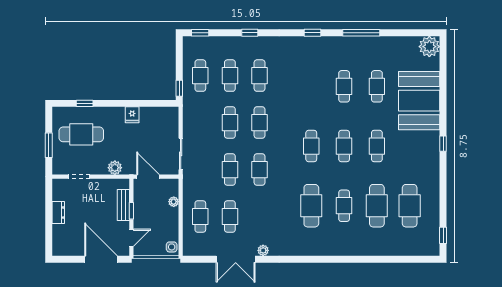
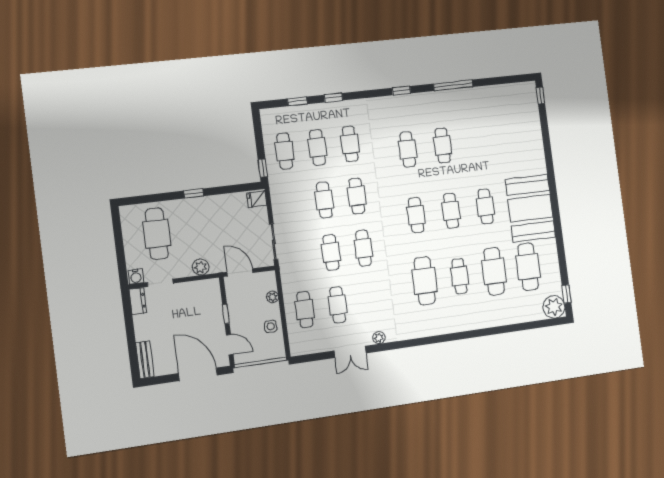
window: (200, 33) -> (297, 101), moved
plant: (429, 47) -> (554, 307), moved
cafe table: (377, 86) -> (408, 149), moved
booth: (419, 101) -> (530, 208), moved
window: (85, 103) -> (194, 193), moved
fridge: (132, 115) -> (257, 199), moved, turned 90
cafe table: (81, 134) -> (157, 234), turned 90
window: (443, 144) -> (540, 96), moved
window: (49, 145) -> (120, 251), removed
water cooler: (59, 169) -> (136, 276), added
bench: (123, 205) -> (145, 360), moved
dresser: (58, 213) -> (138, 301), moved
door: (131, 238) -> (230, 345), hinge flipped
side table: (172, 247) -> (271, 326), moved
double door: (236, 259) -> (350, 352), width x0.73

